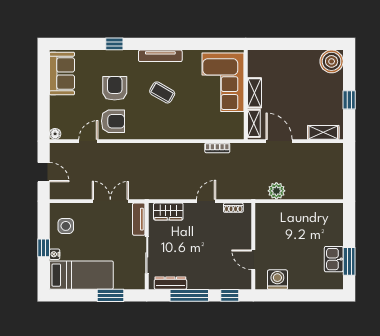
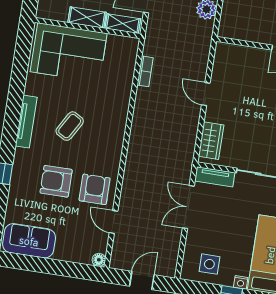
shoe rack: (233, 208) -> (219, 63), removed

